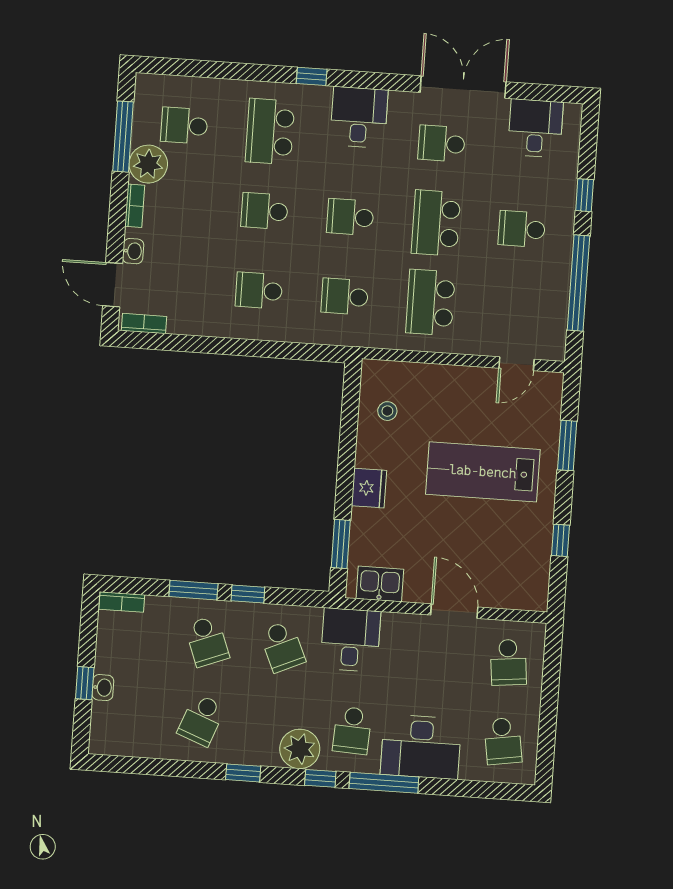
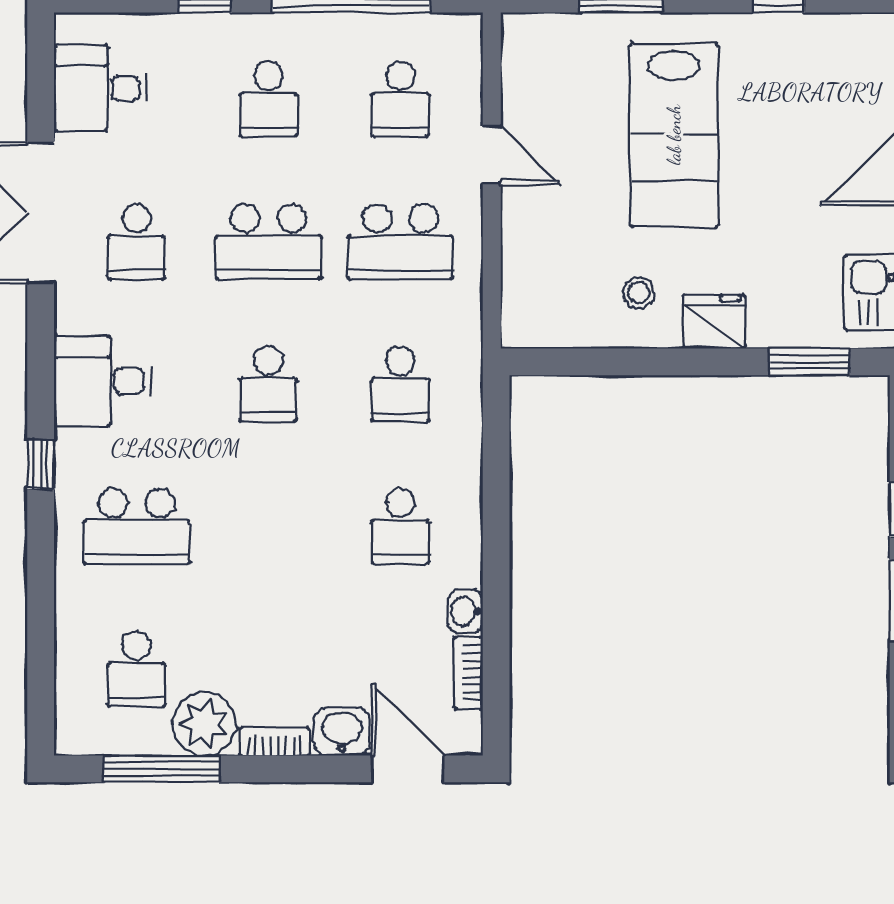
school desk: (264, 211) -> (400, 99), moved
washbasin: (133, 251) -> (342, 731), width x1.38, depth x1.45
door: (113, 285) -> (408, 769), swing flipped
bookcase: (144, 324) -> (468, 673), moved
washbasin: (205, 326) -> (466, 611), added
door: (516, 364) -> (492, 155), moved
stool: (387, 411) -> (639, 293), moved

